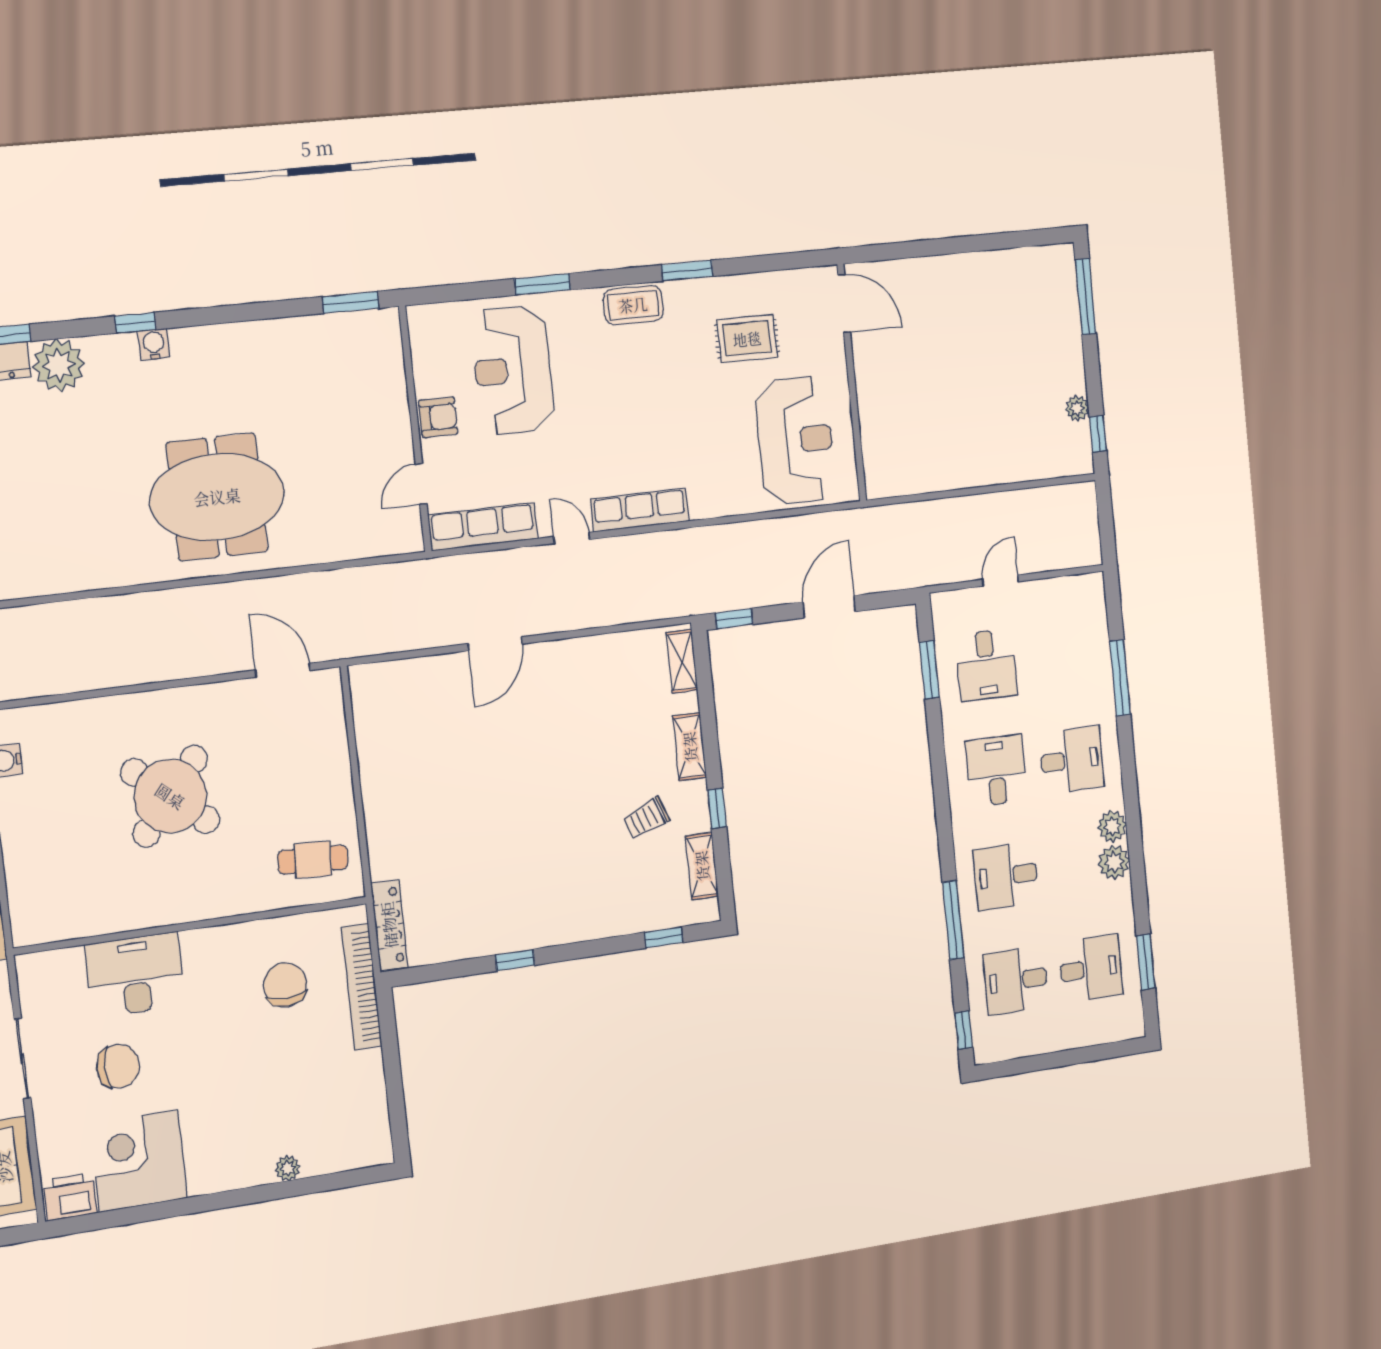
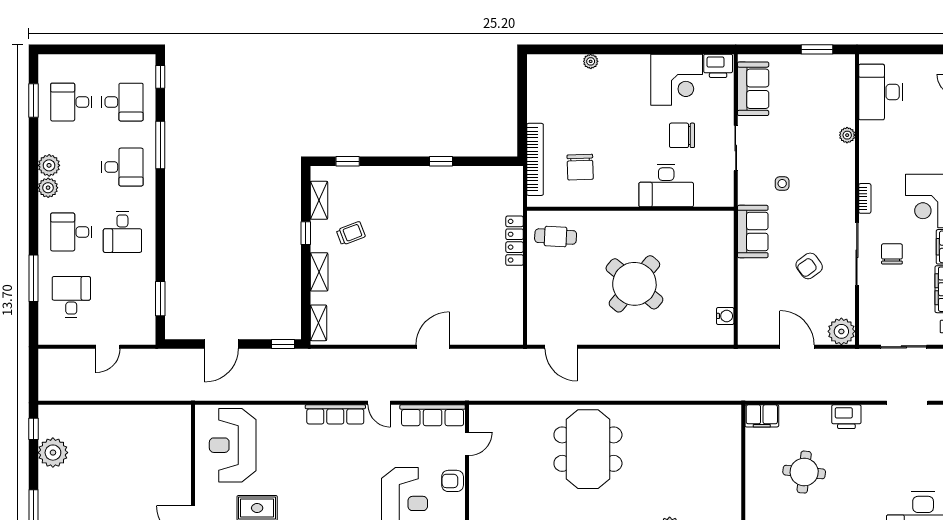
plant: (1077, 408) -> (53, 453), width x1.87, depth x1.87
meeting table: (217, 497) -> (588, 449), turned 90
desk: (986, 665) -> (71, 297), moved
locker: (389, 925) -> (515, 241), moved

